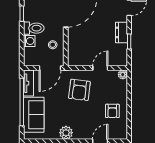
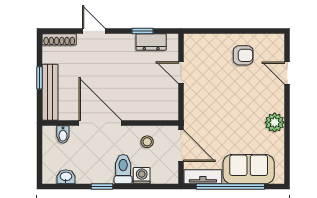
dresser: (122, 32) -> (151, 42), moved
plant: (123, 75) -> (190, 40), removed
armchair: (79, 90) -> (213, 103), removed

